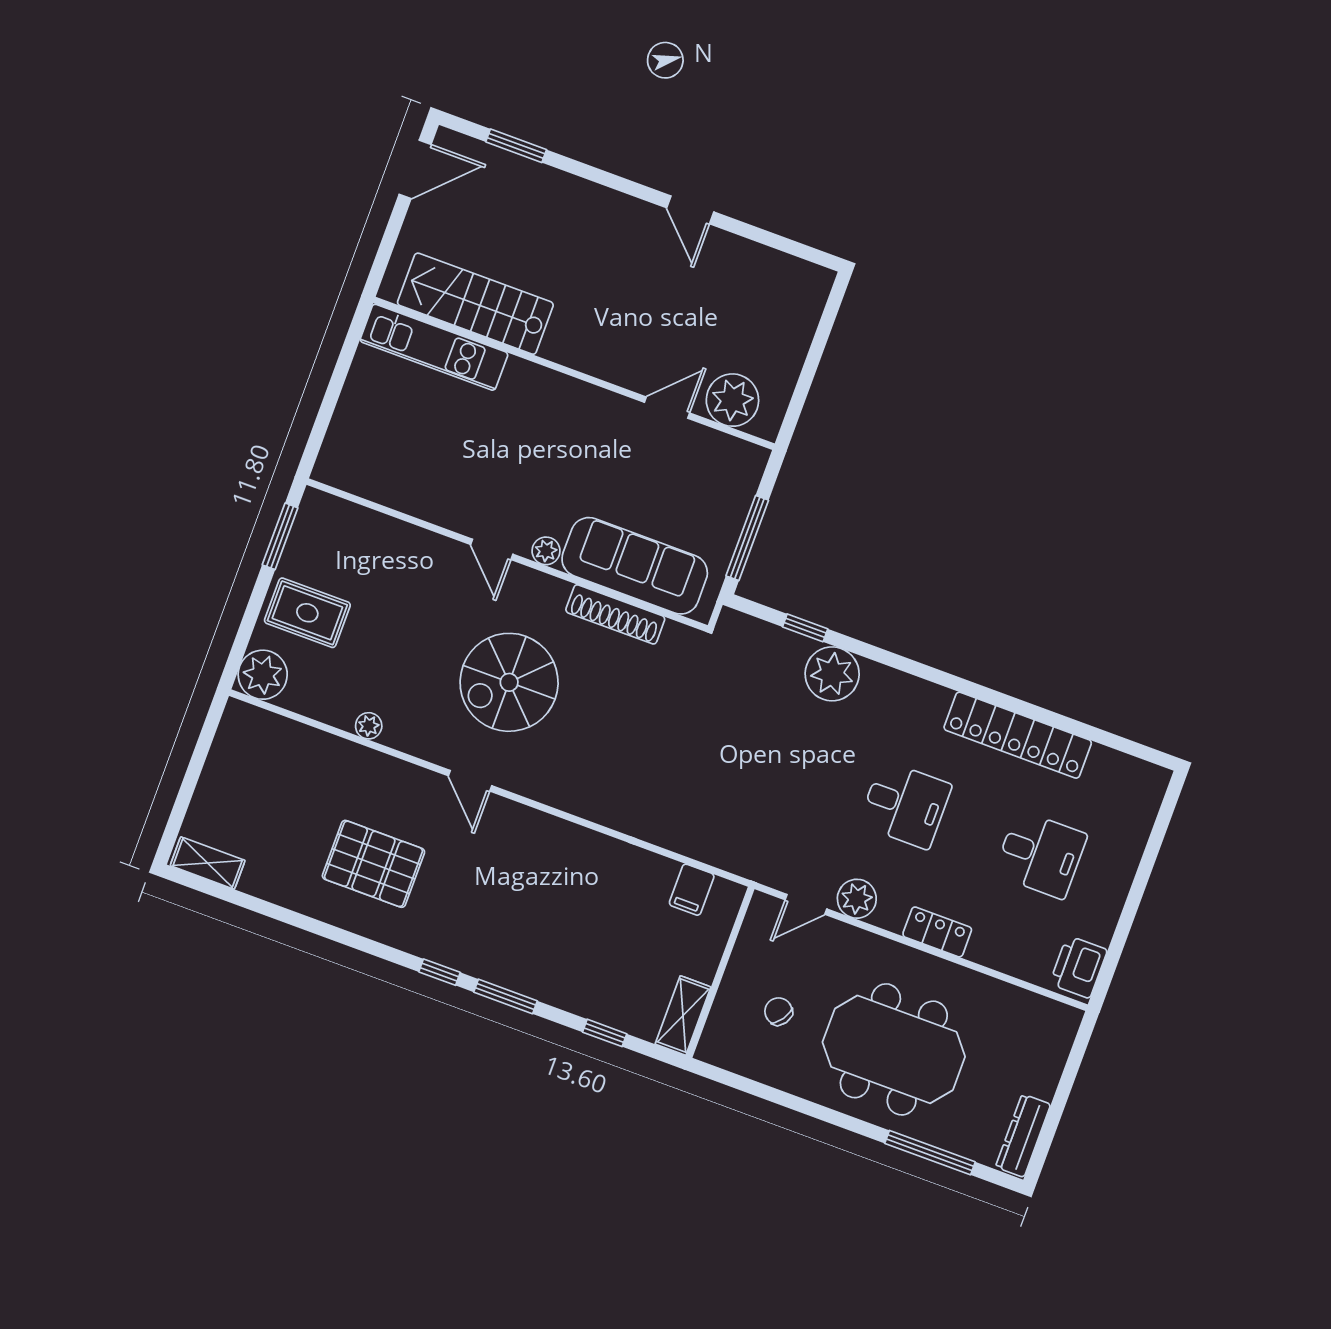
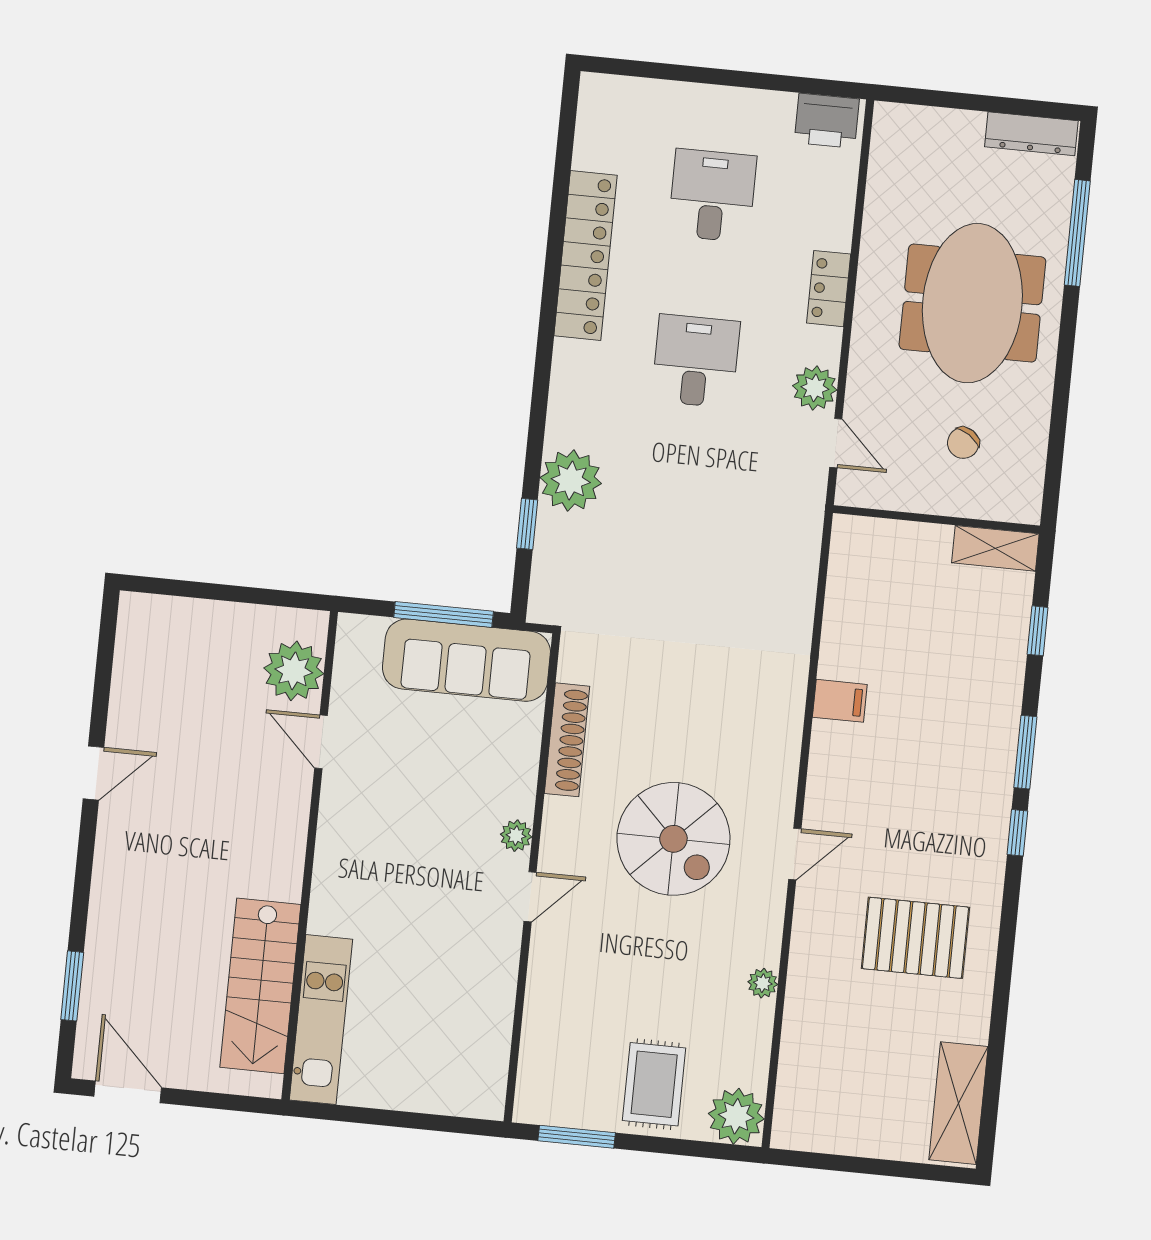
sofa: (635, 566) -> (466, 660), moved, turned -90
shelving: (208, 863) -> (958, 1103), width x1.50, depth x1.33
pallet: (373, 864) -> (915, 938), turned 90
filing cabinet: (692, 890) -> (840, 701), moved

